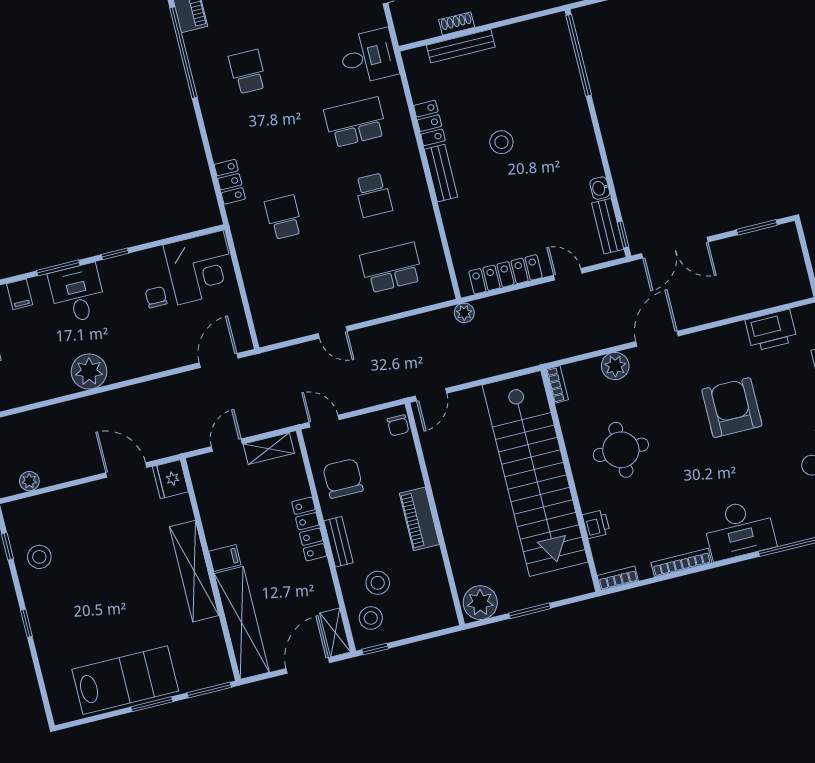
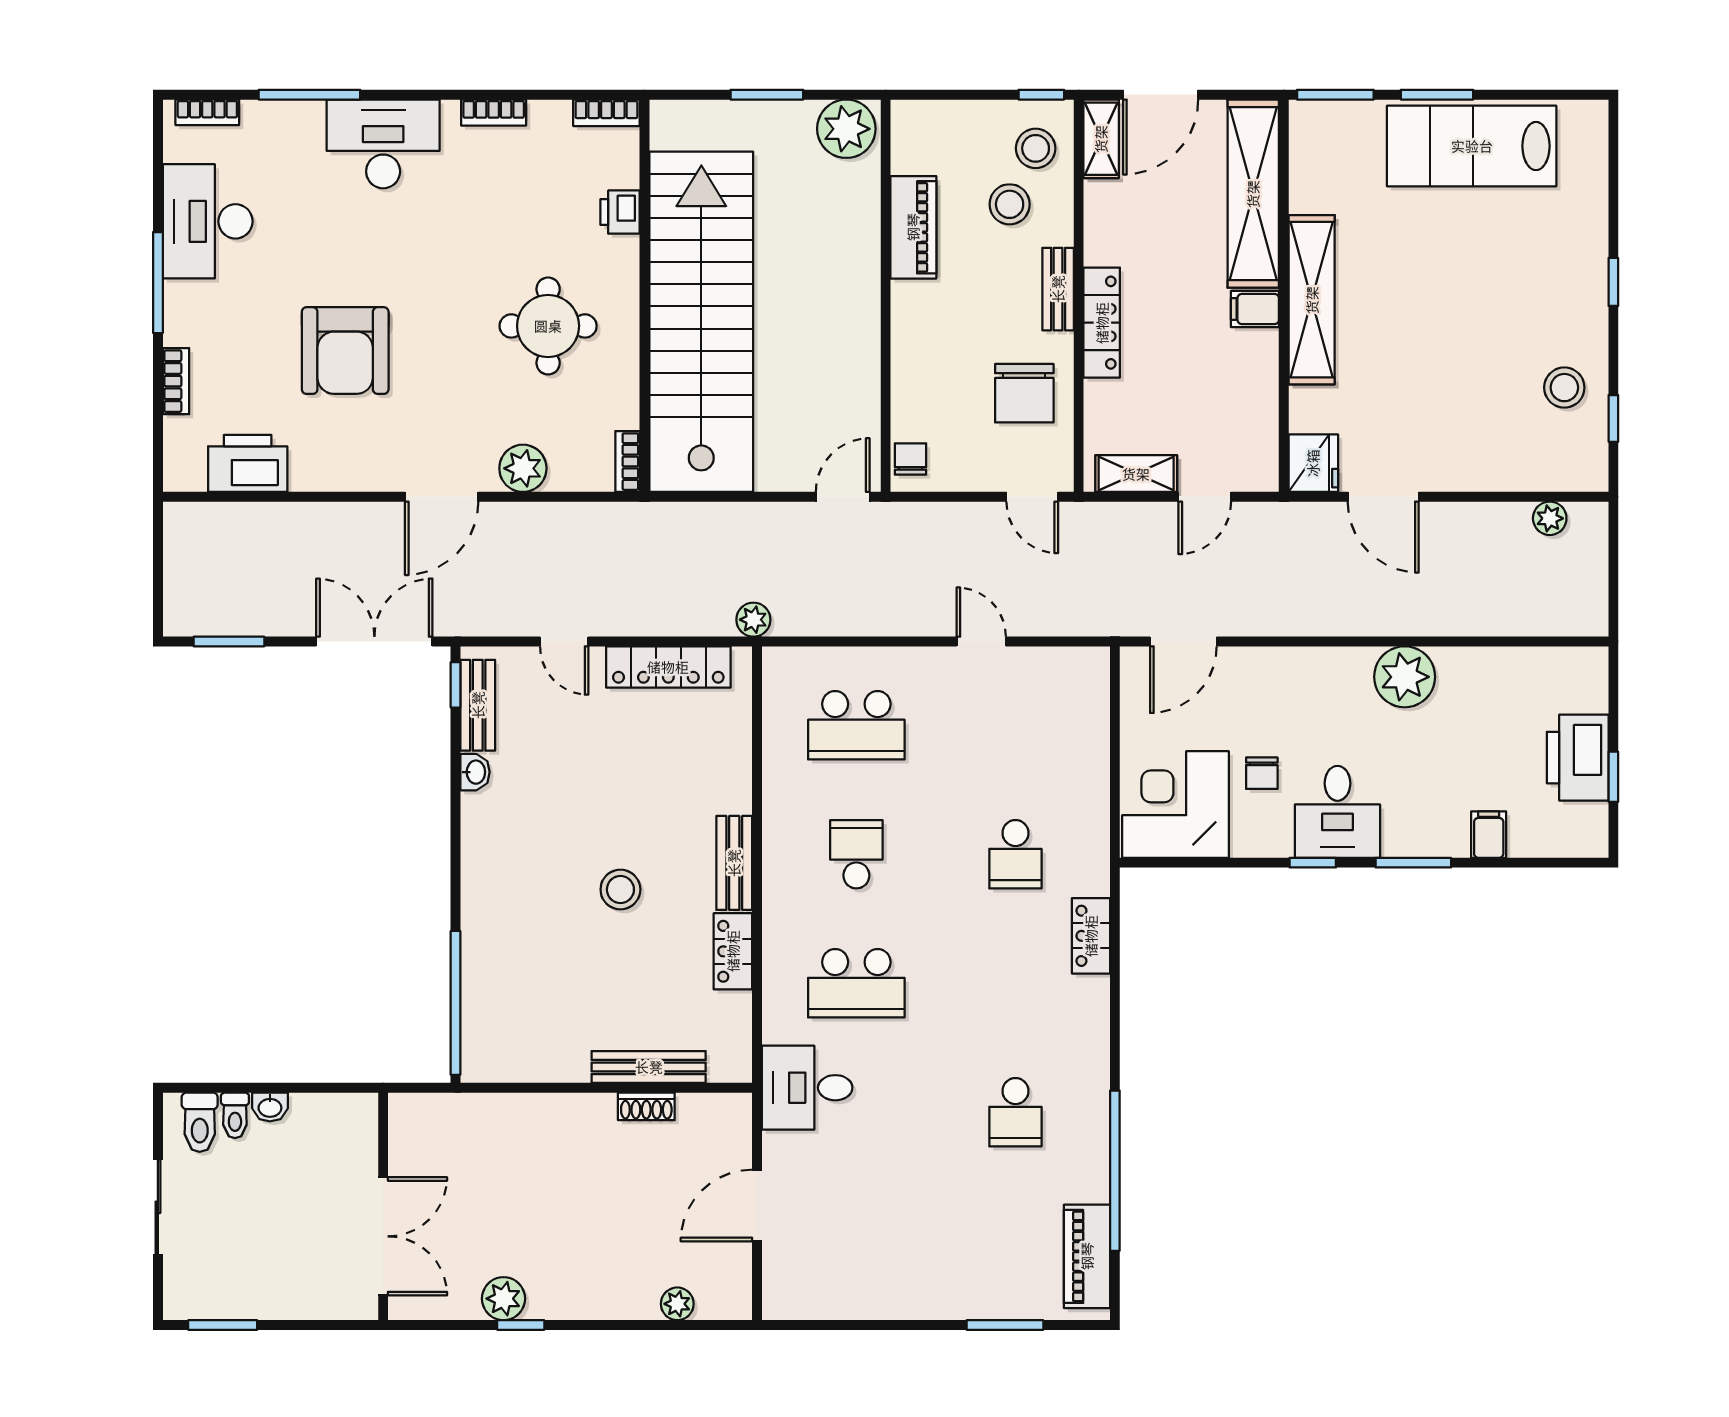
desk: (77, 294) -> (1337, 812), moved
piano: (419, 519) -> (913, 227), moved
bookcase: (681, 563) -> (494, 113), width x0.64

